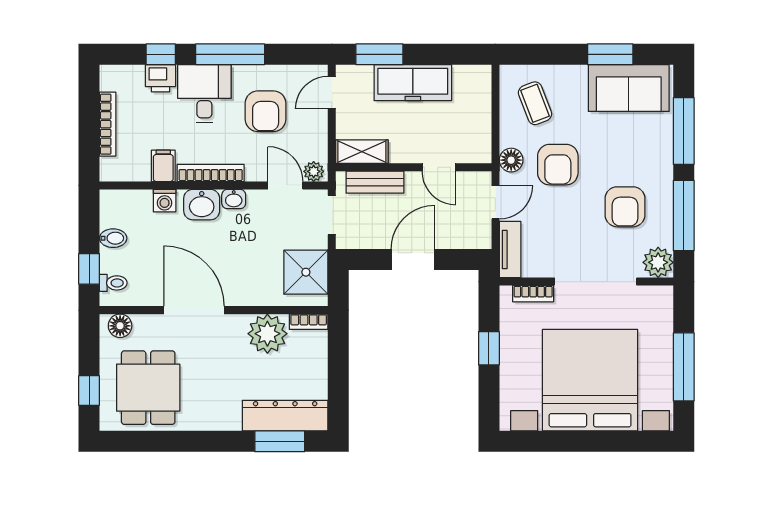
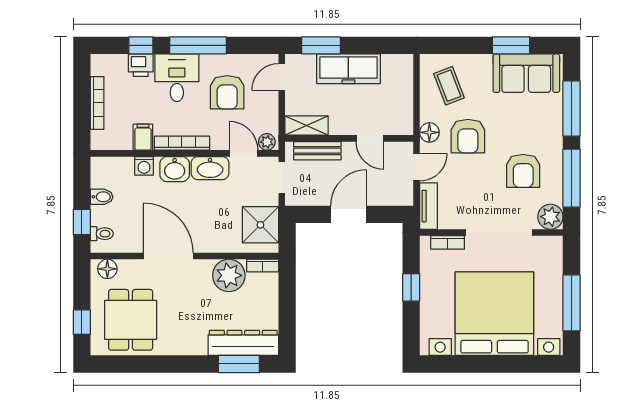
washbasin: (234, 199) -> (210, 168), width x1.91, depth x1.45

